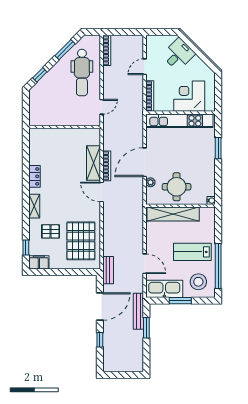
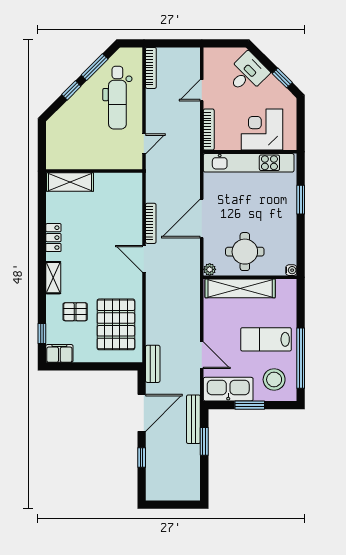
window: (204, 58) -> (282, 78), added
window: (40, 75) -> (71, 90), moved
shelving: (94, 163) -> (70, 182), moved, turned 90
plant: (150, 182) -> (210, 269), moved

